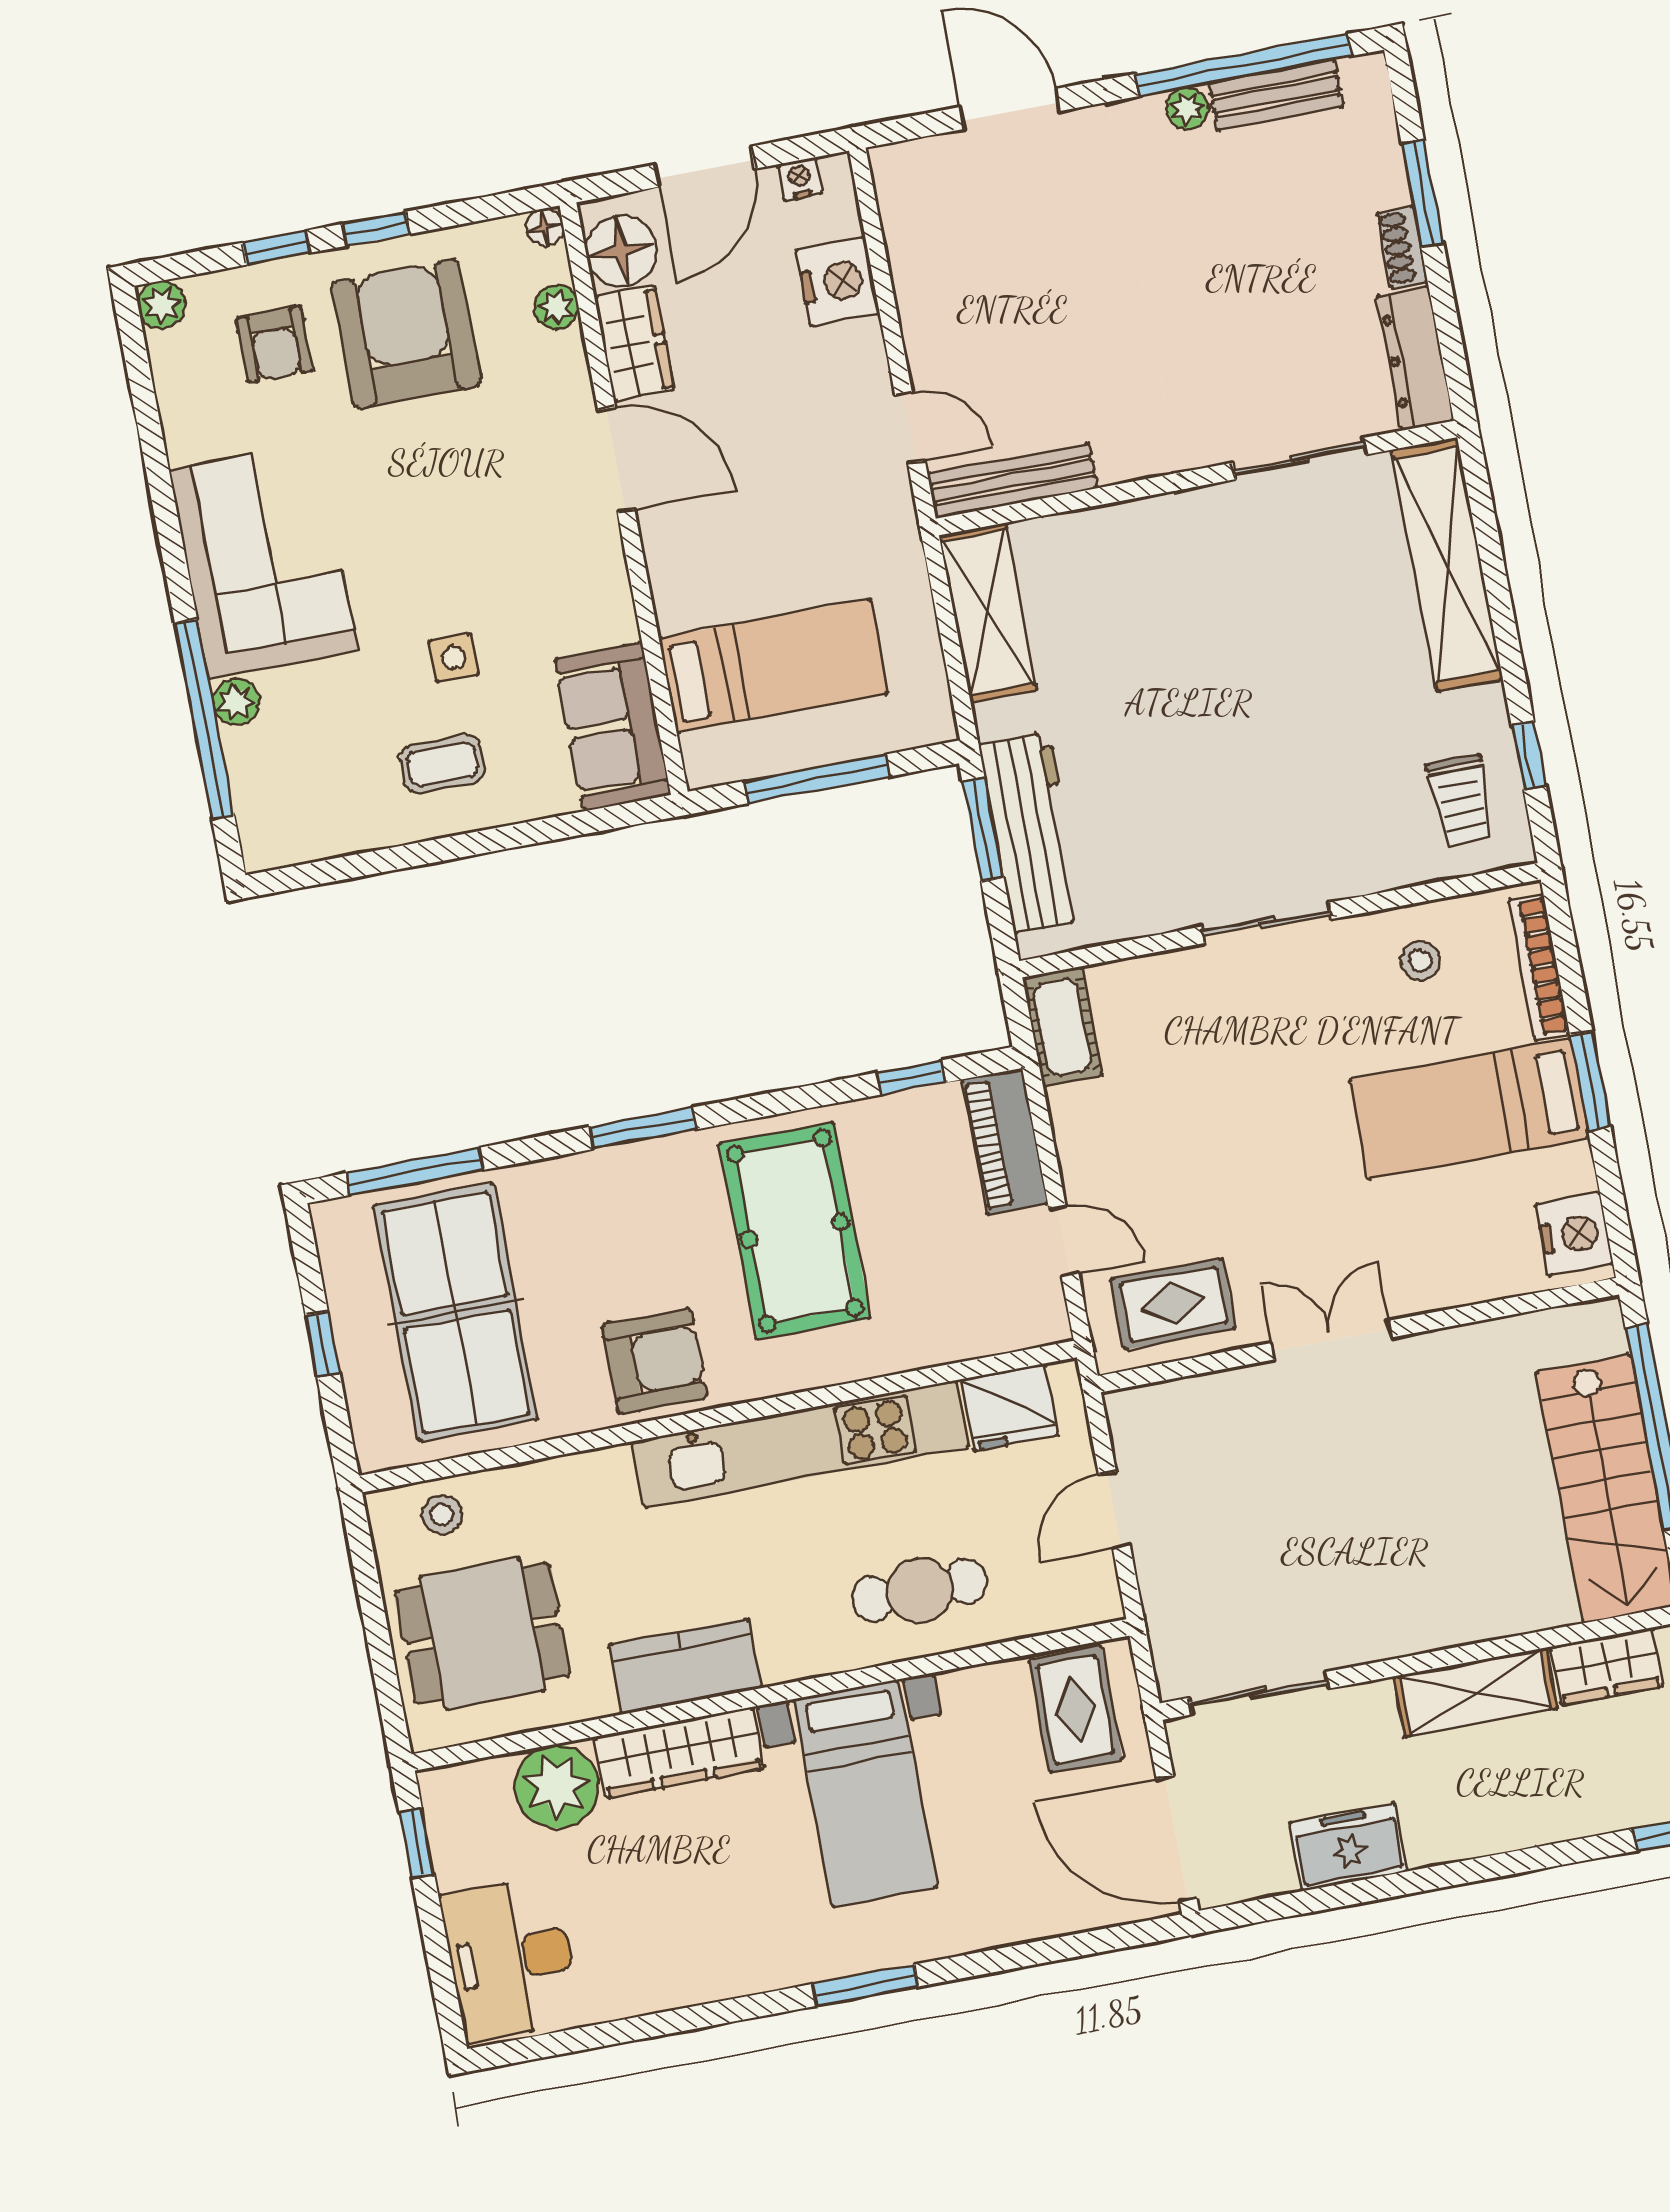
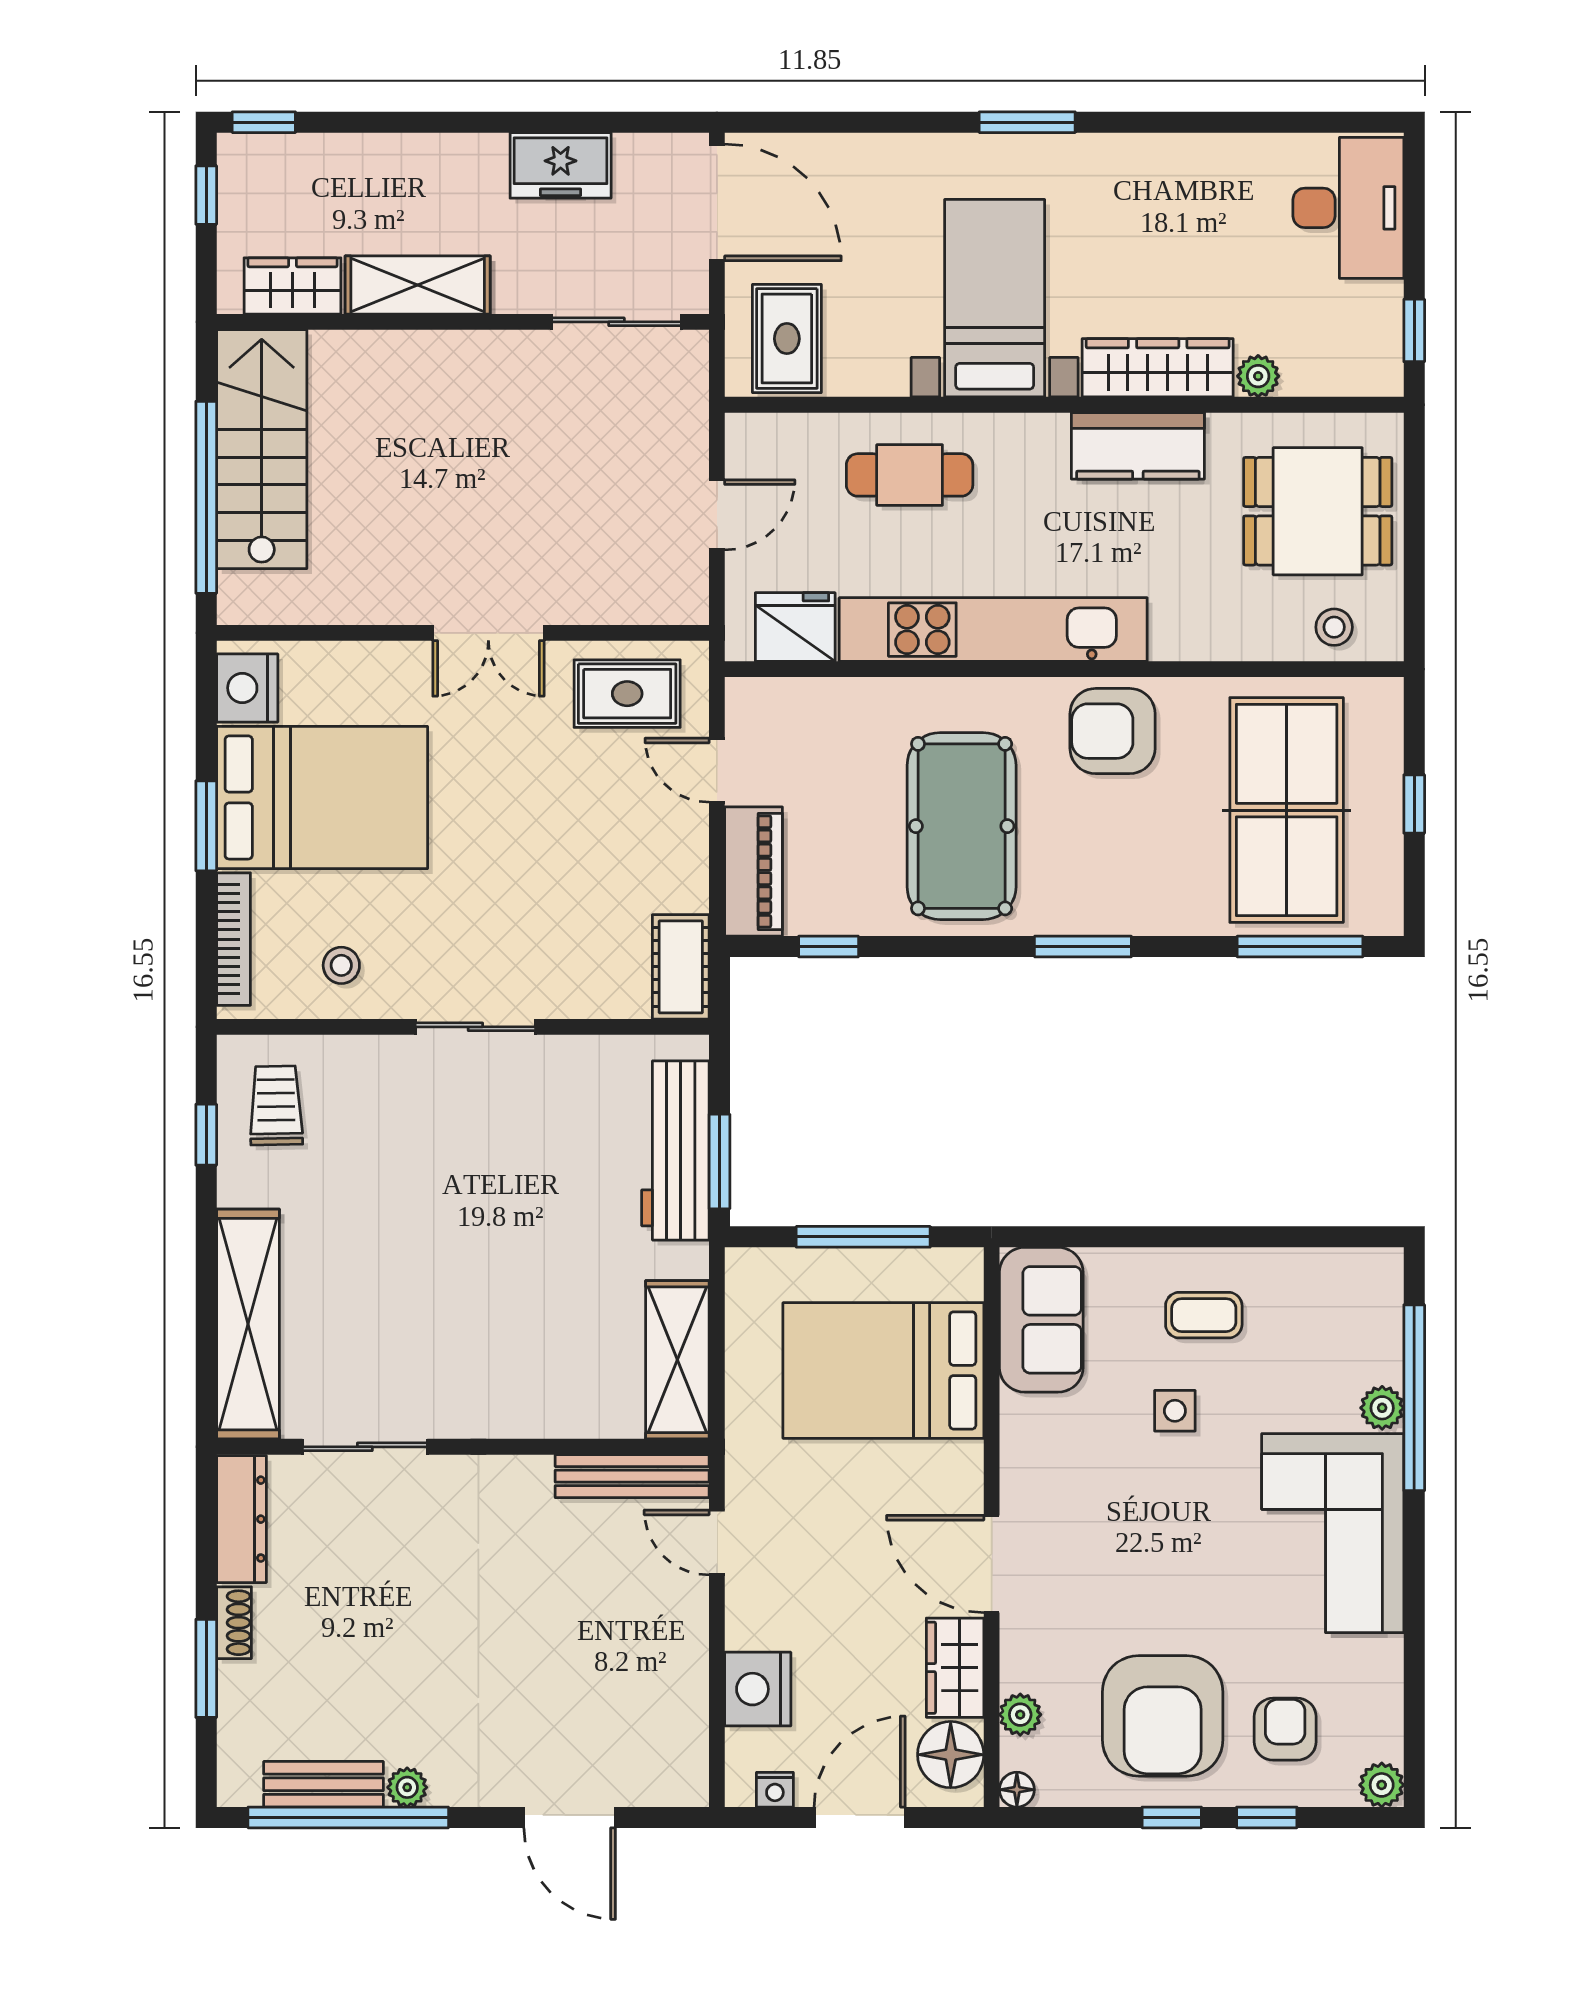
bed: (773, 666) -> (883, 1370), width x1.50
bed: (1469, 1109) -> (322, 797), width x1.50
plant: (556, 1787) -> (1258, 376), width x0.53, depth x0.53

